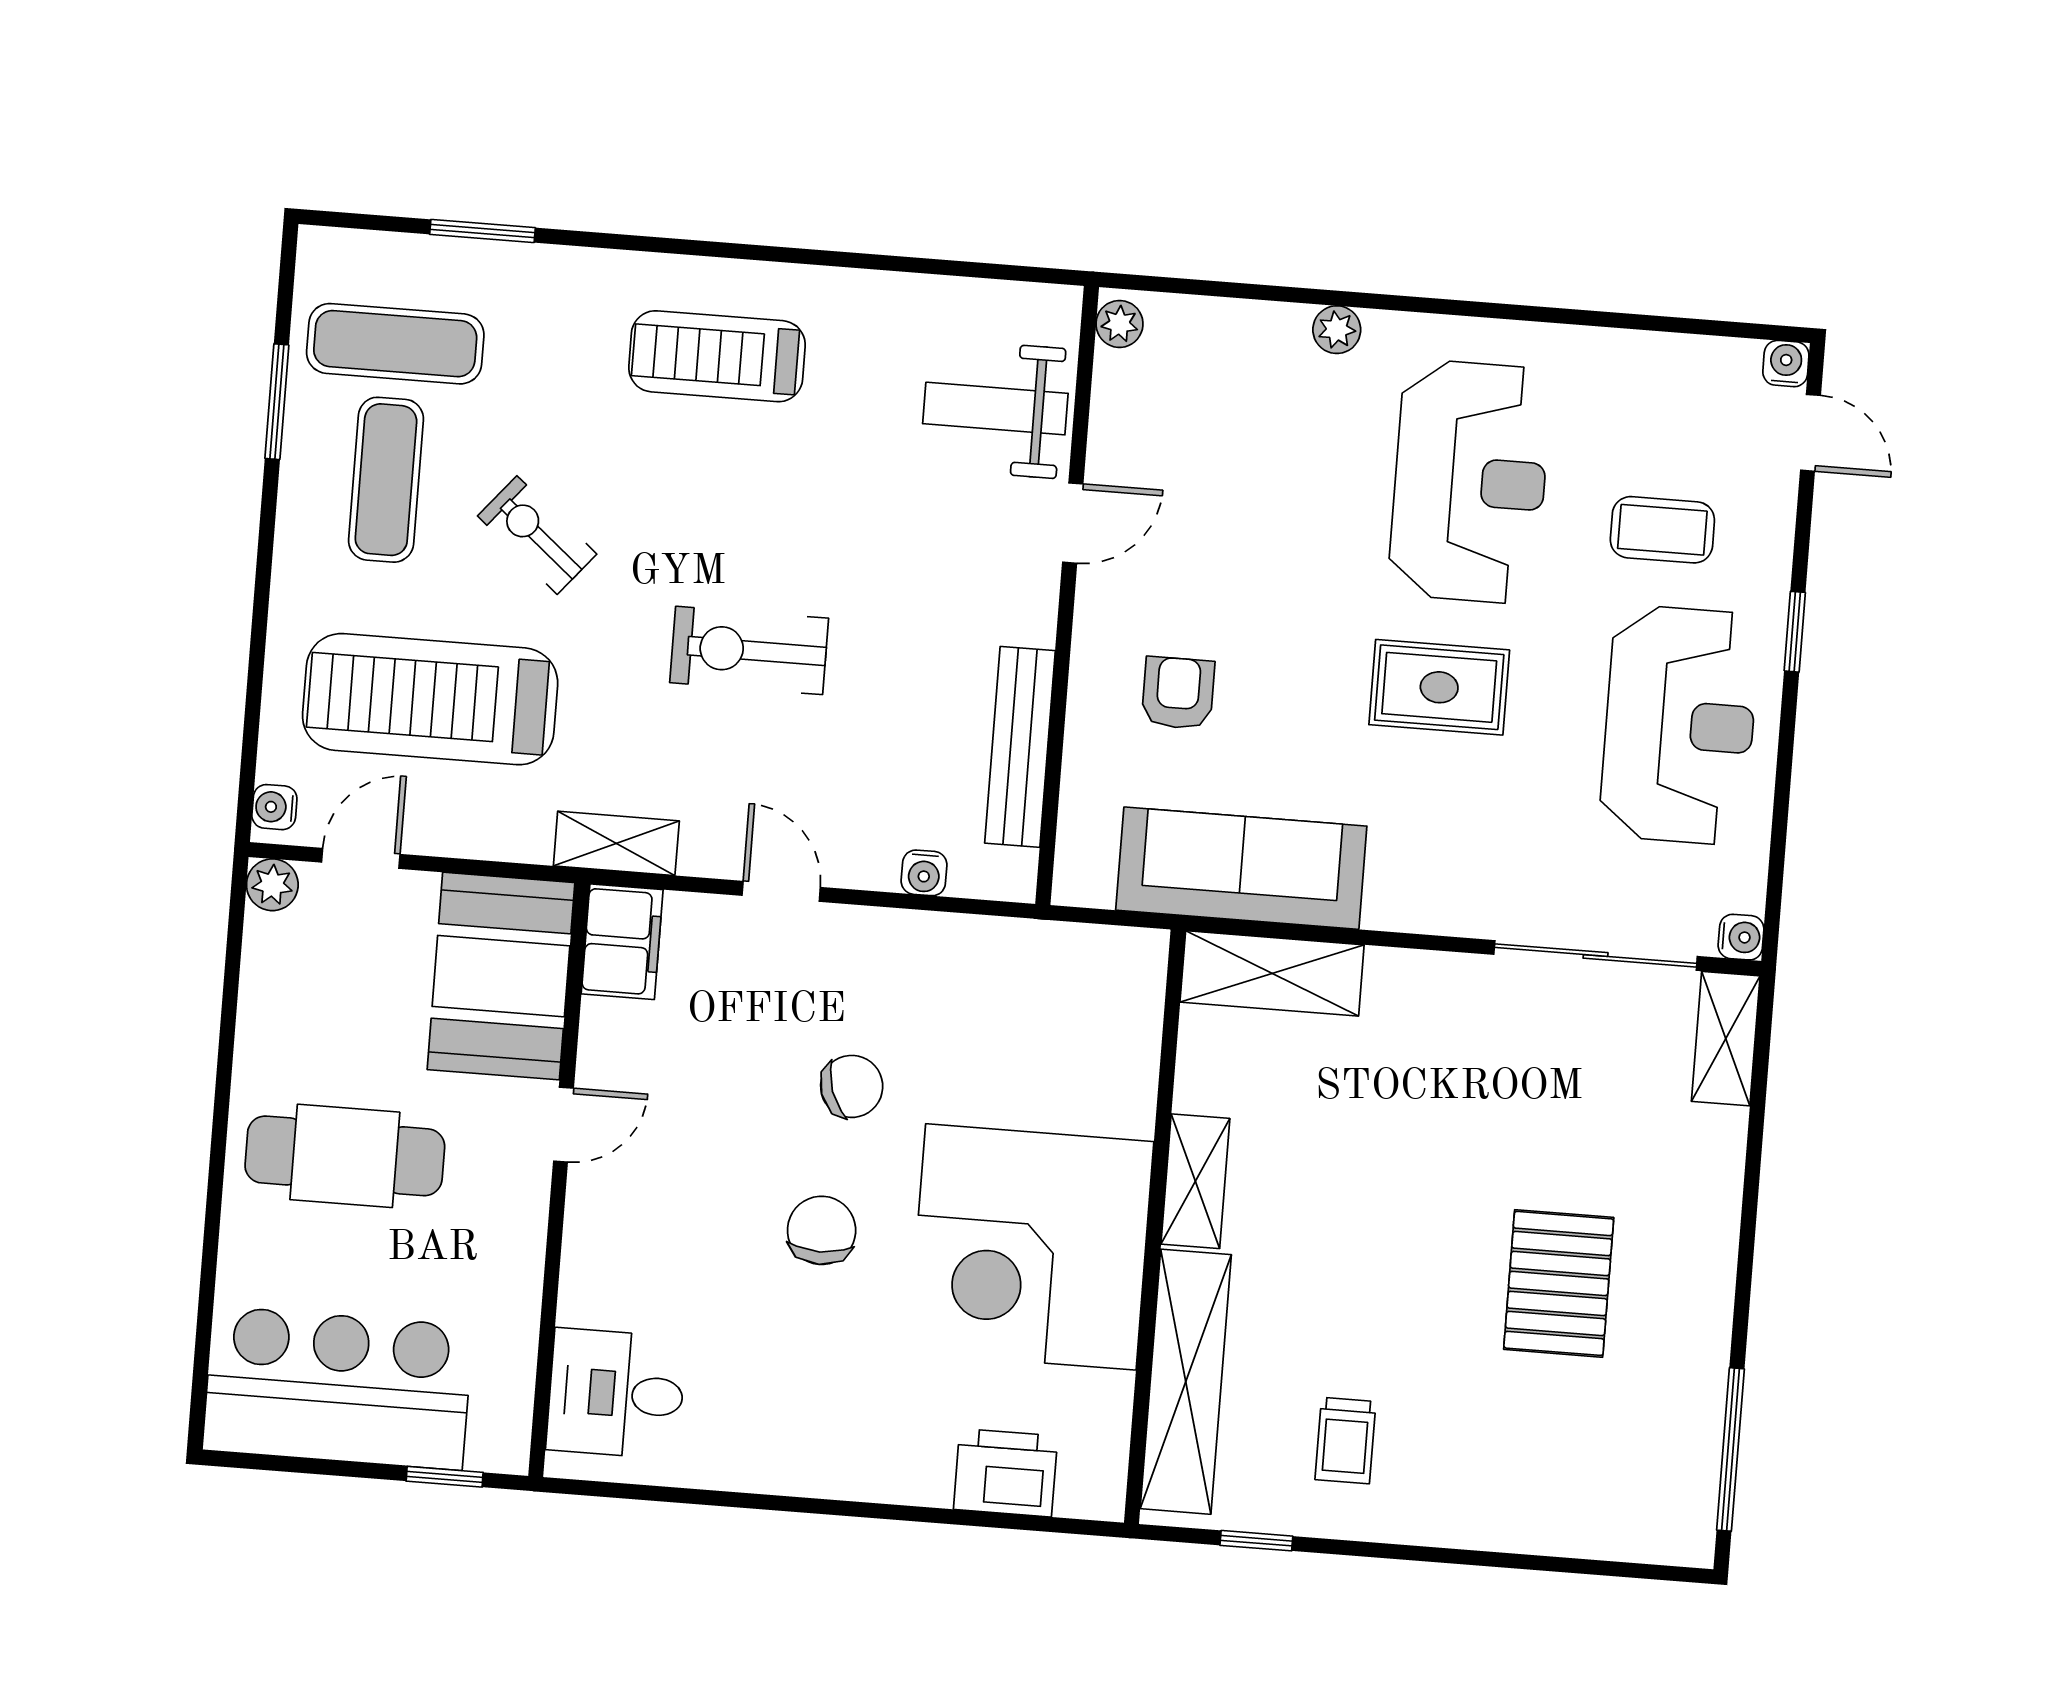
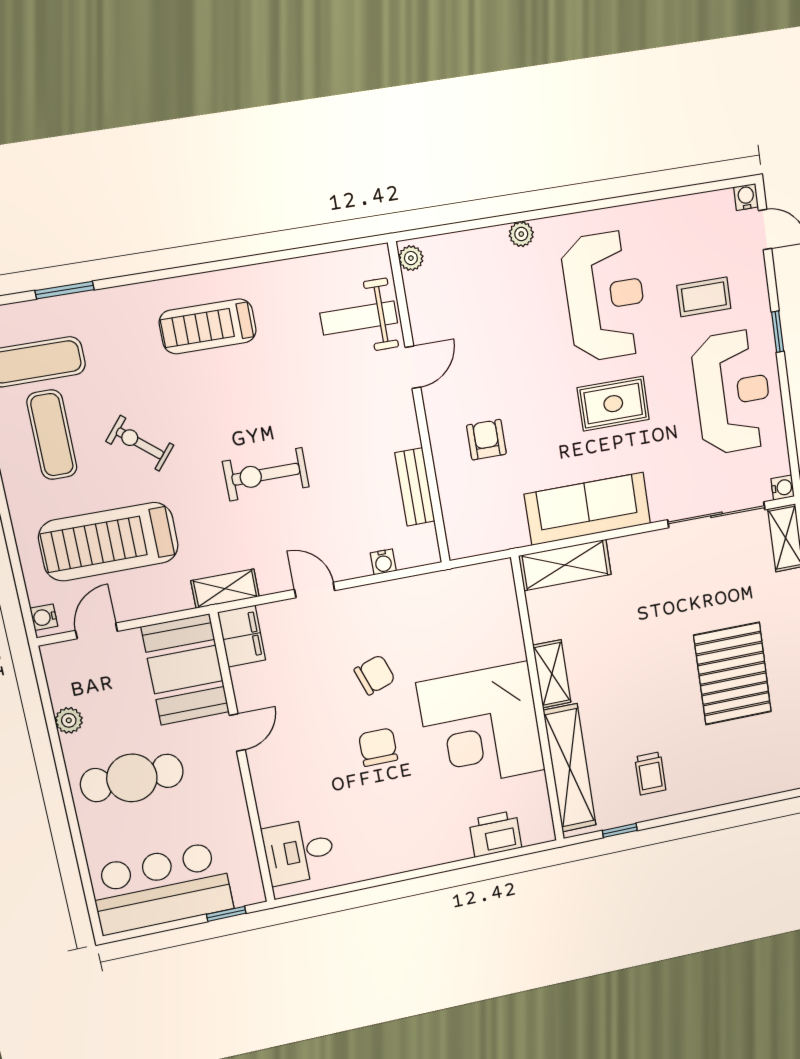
bench: (1020, 747) -> (415, 487), width x0.73
sofa: (1241, 868) -> (588, 509), moved
plant: (272, 885) -> (69, 720), moved
pallet: (1559, 1283) -> (733, 674), width x1.37, depth x1.41

